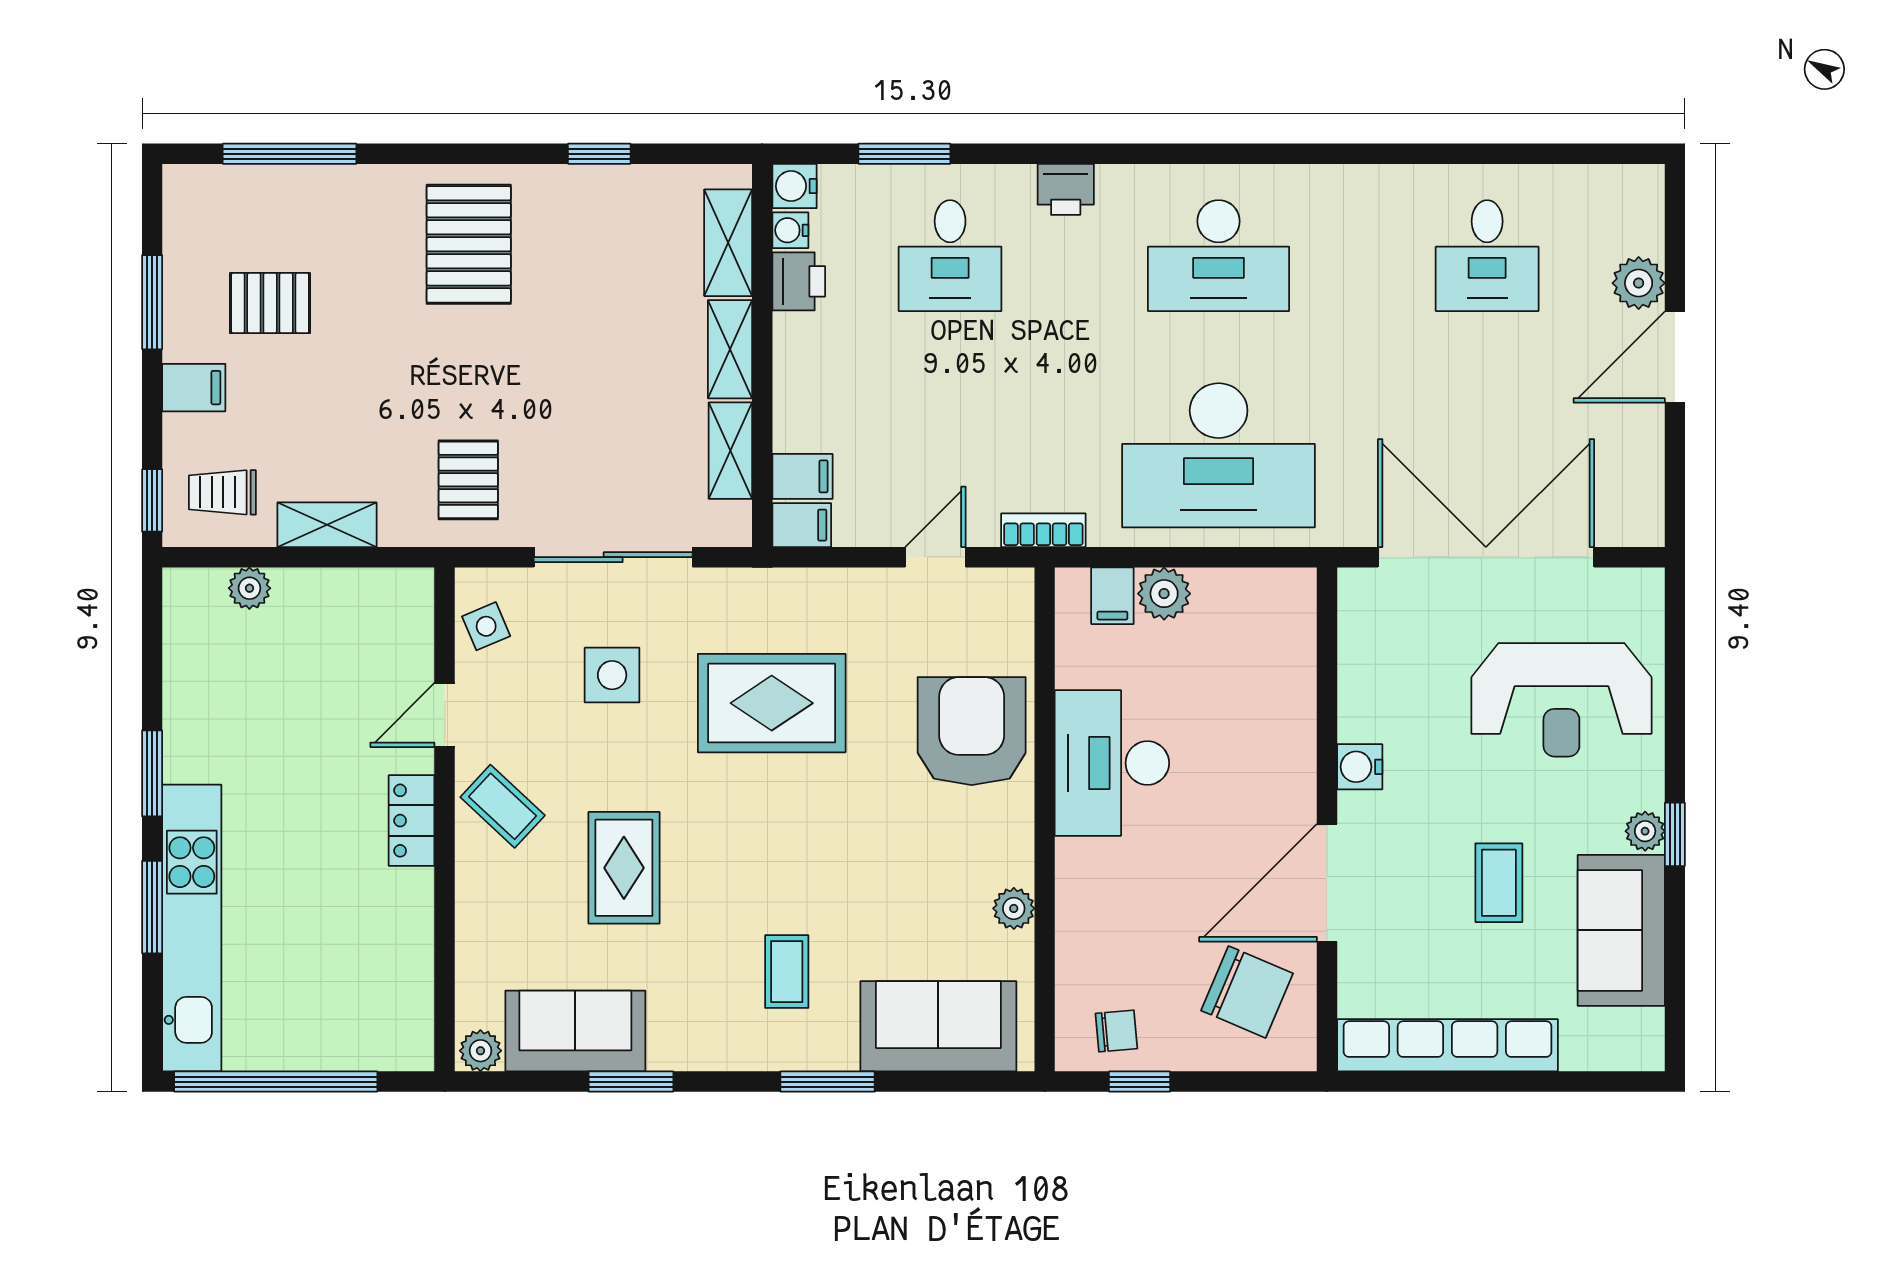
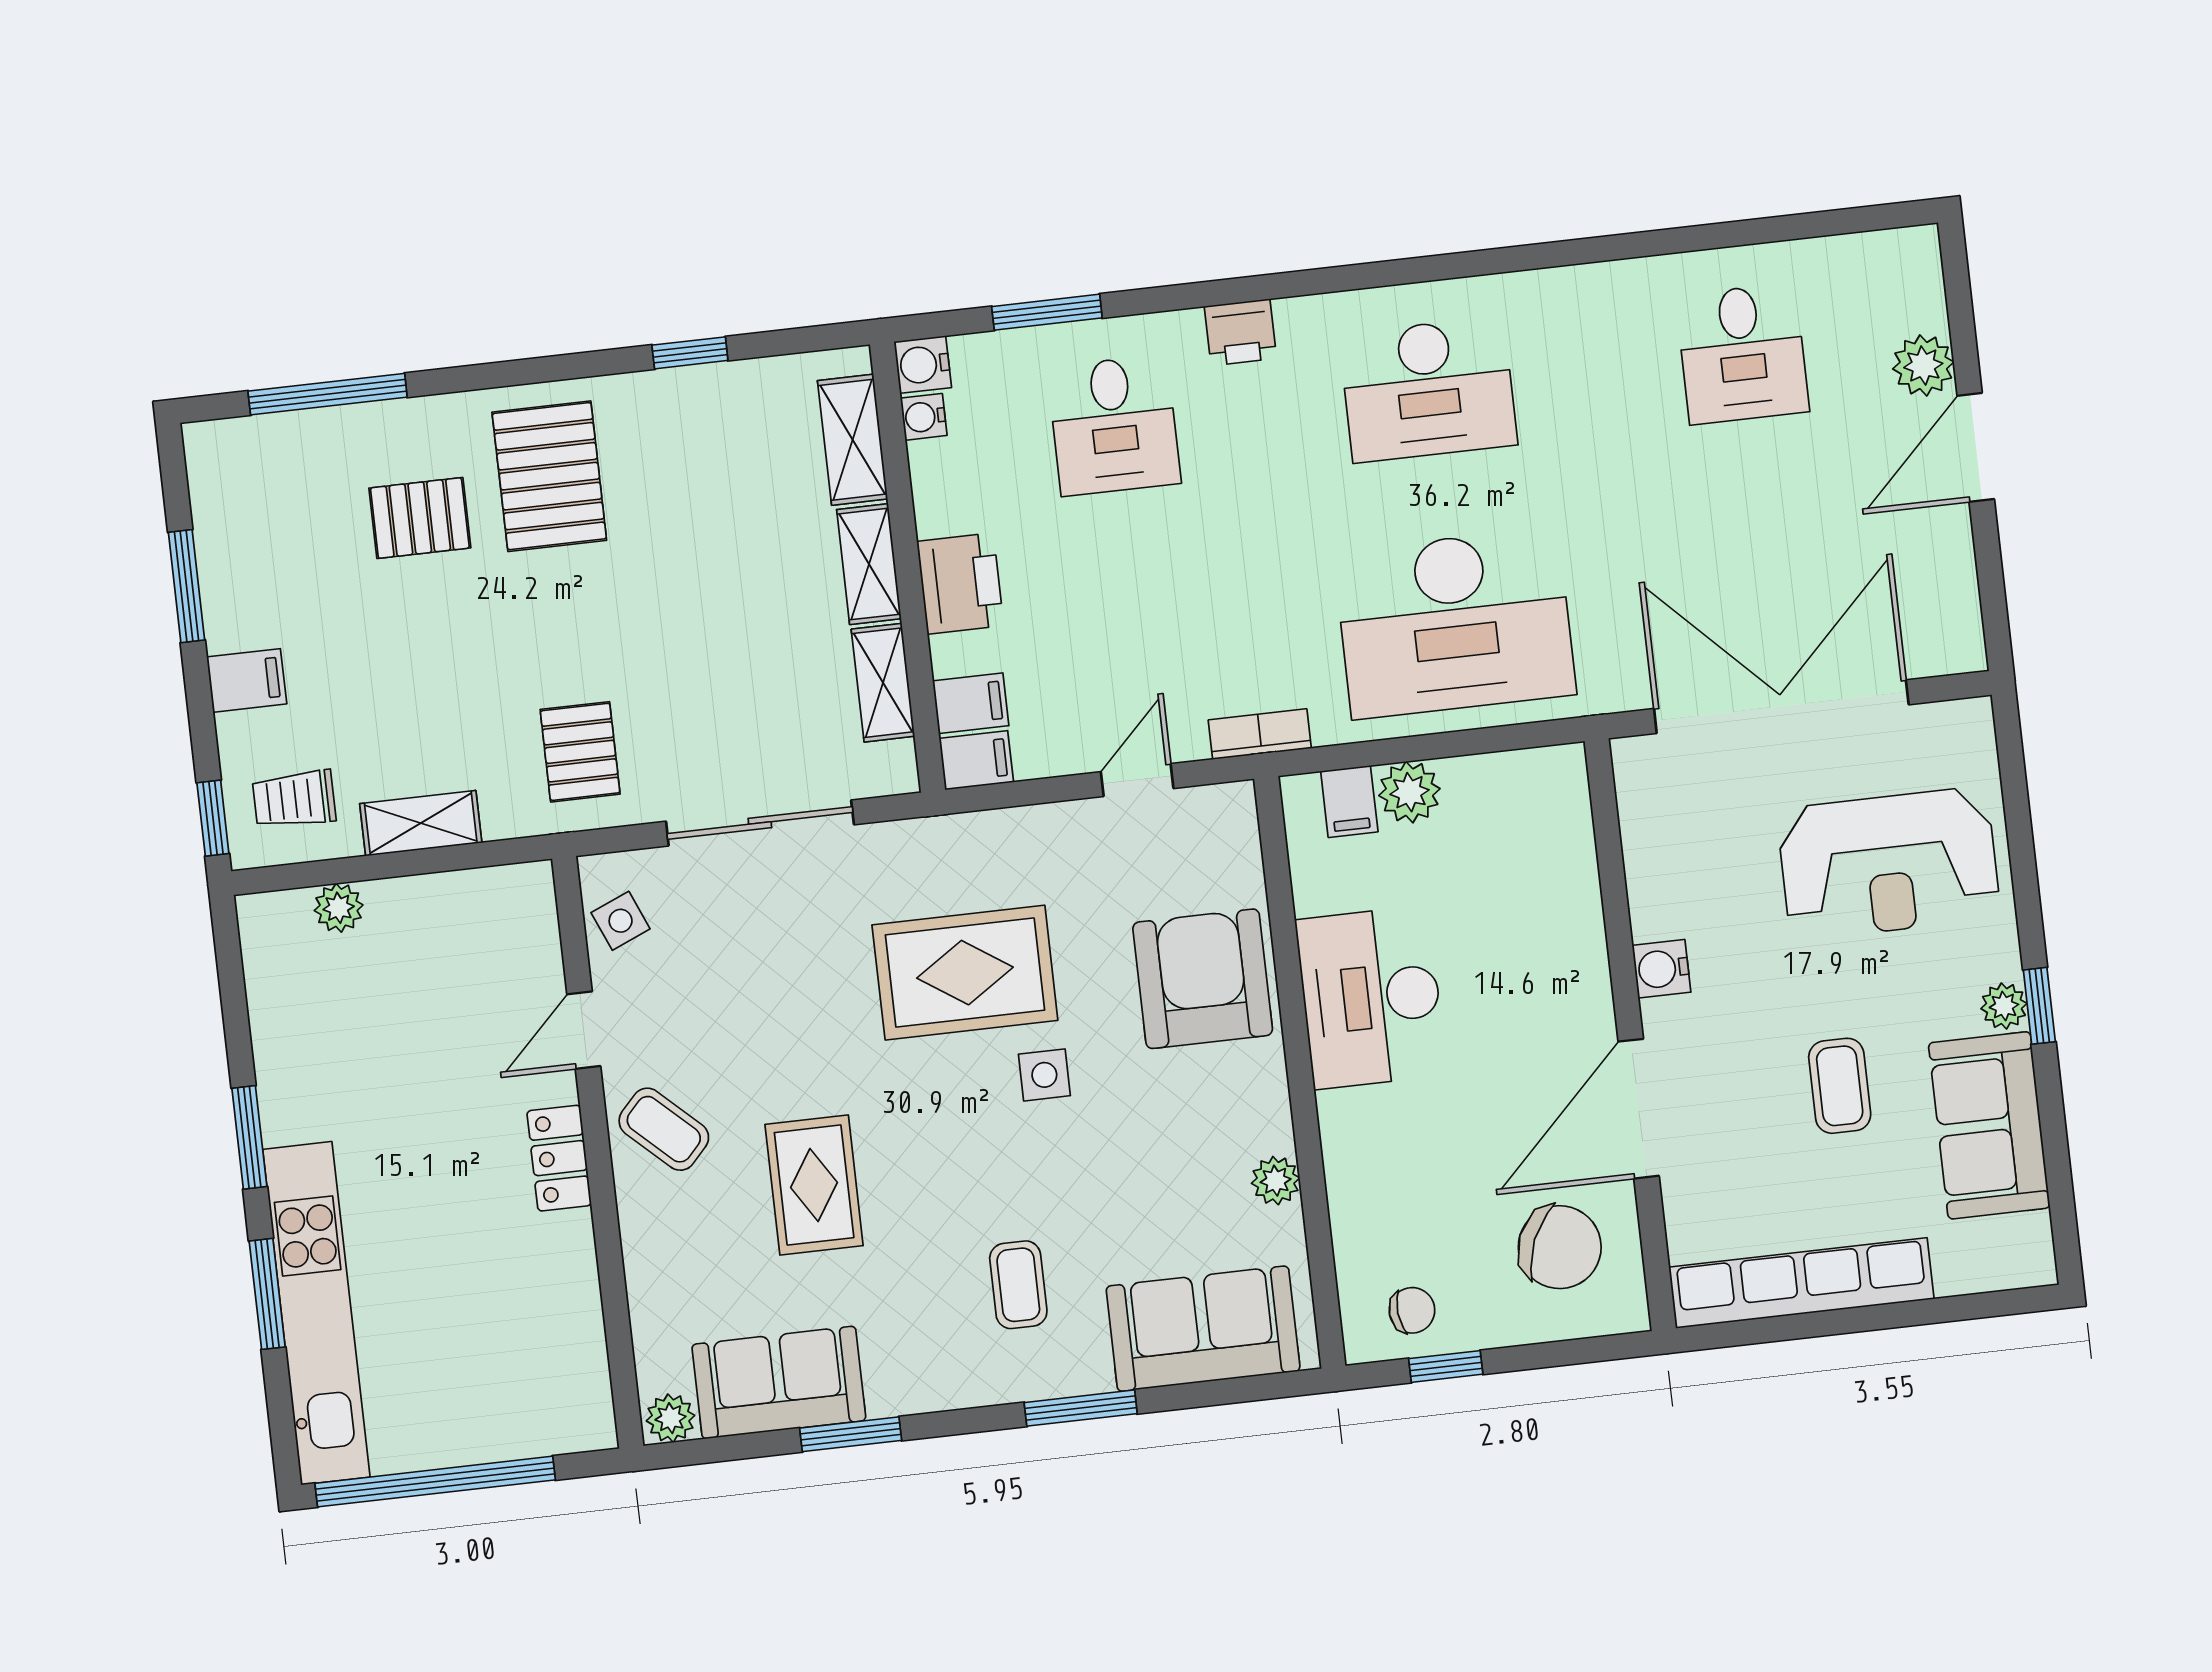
printer: (799, 281) -> (960, 583), moved, width x1.36, depth x1.24
pallet: (270, 303) -> (420, 518), moved
side table: (612, 675) -> (1044, 1075), moved, width x0.73, depth x0.73

